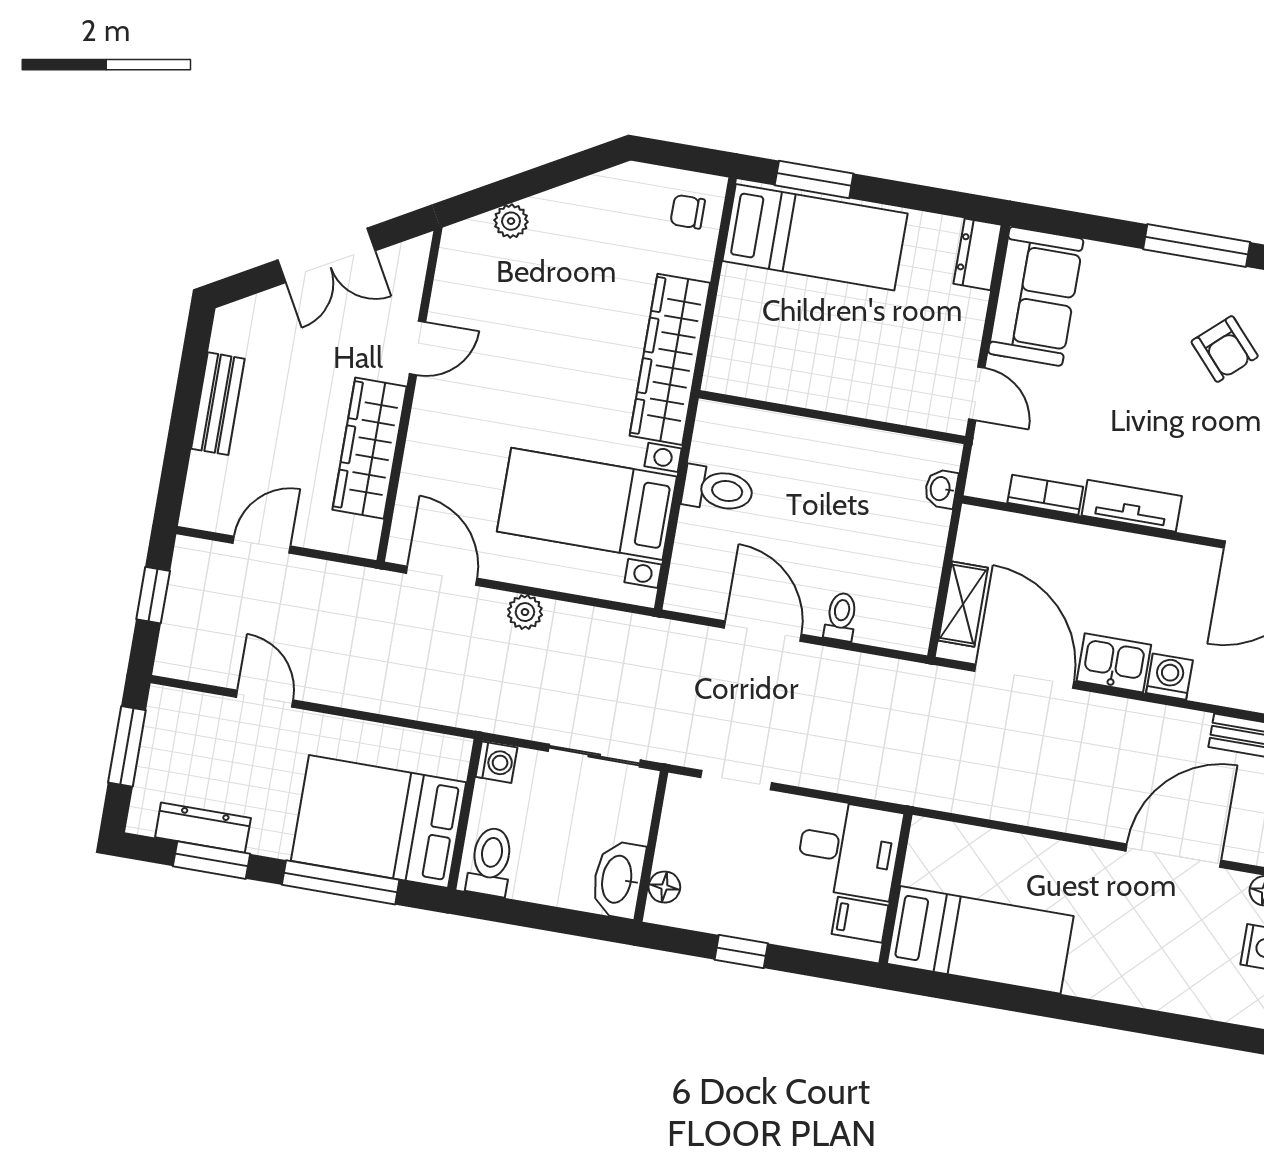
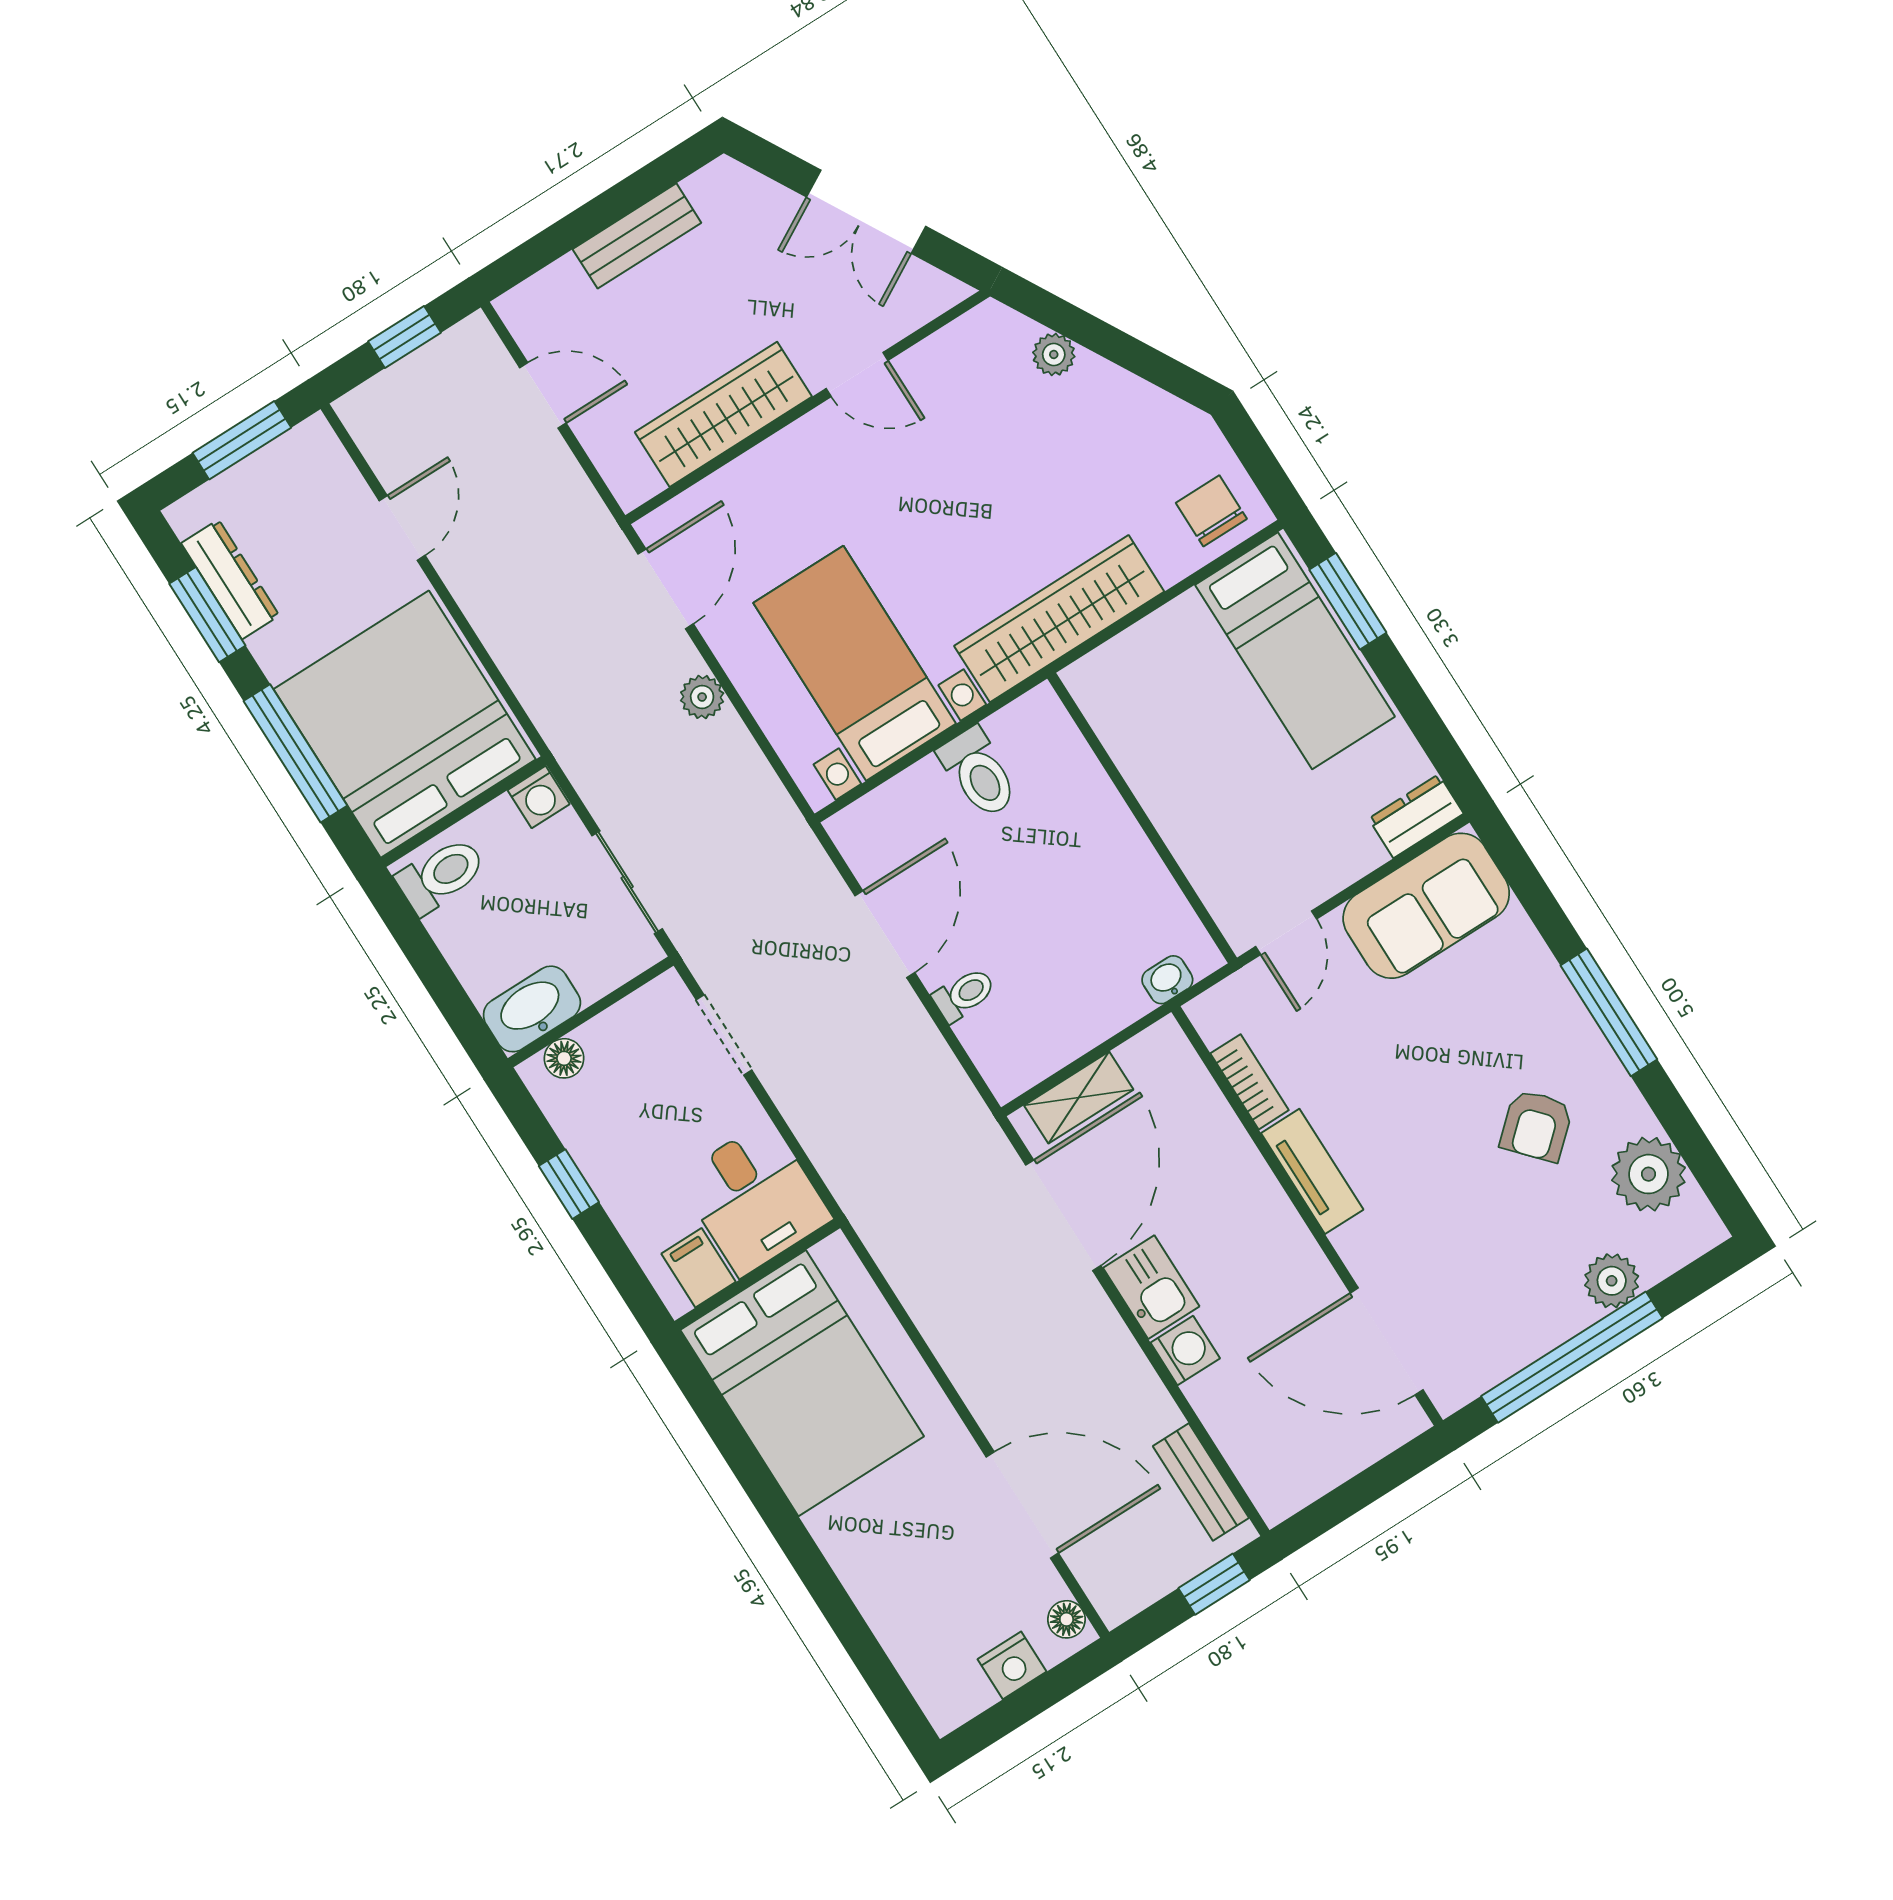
chair: (688, 212) -> (1211, 511), width x1.37, depth x1.37
bed: (378, 821) -> (405, 724), width x1.36
bed: (980, 940) -> (802, 1383), width x1.50

